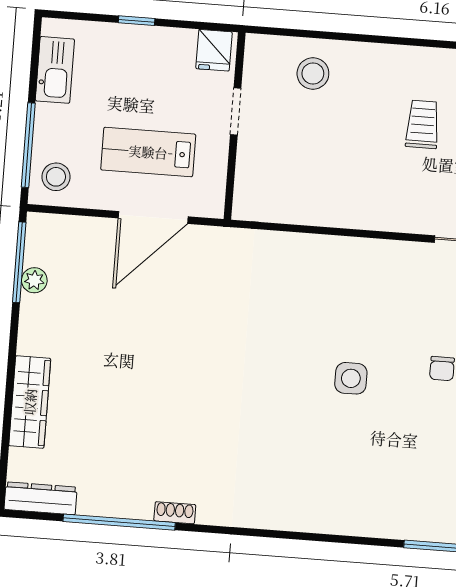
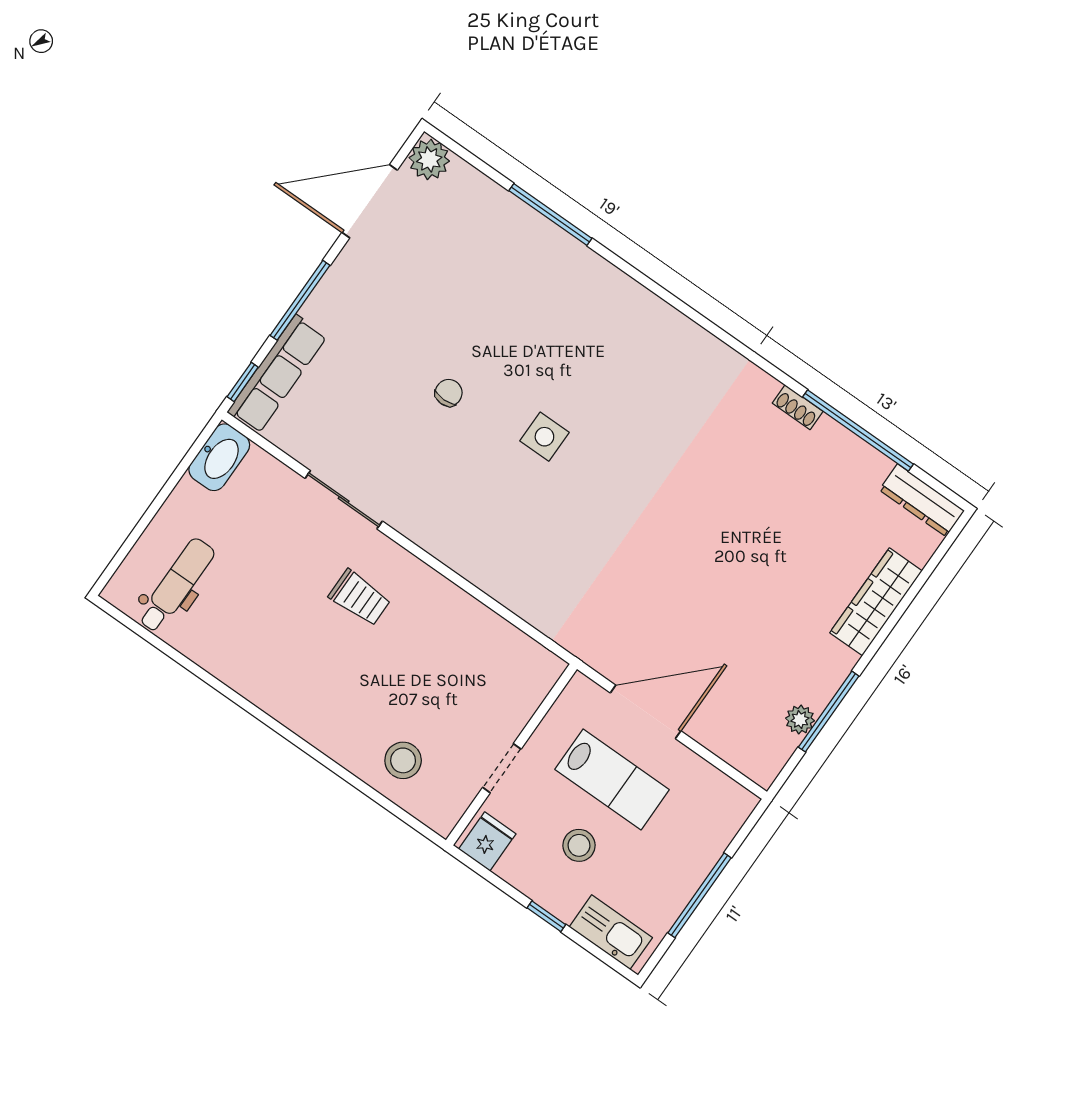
kitchen sink: (55, 70) -> (611, 932), moved, turned 90
trolley: (423, 124) -> (360, 598), moved, turned -90
window: (28, 145) -> (699, 895), moved
stool: (56, 177) -> (579, 845), moved
window: (19, 262) -> (829, 712), moved

